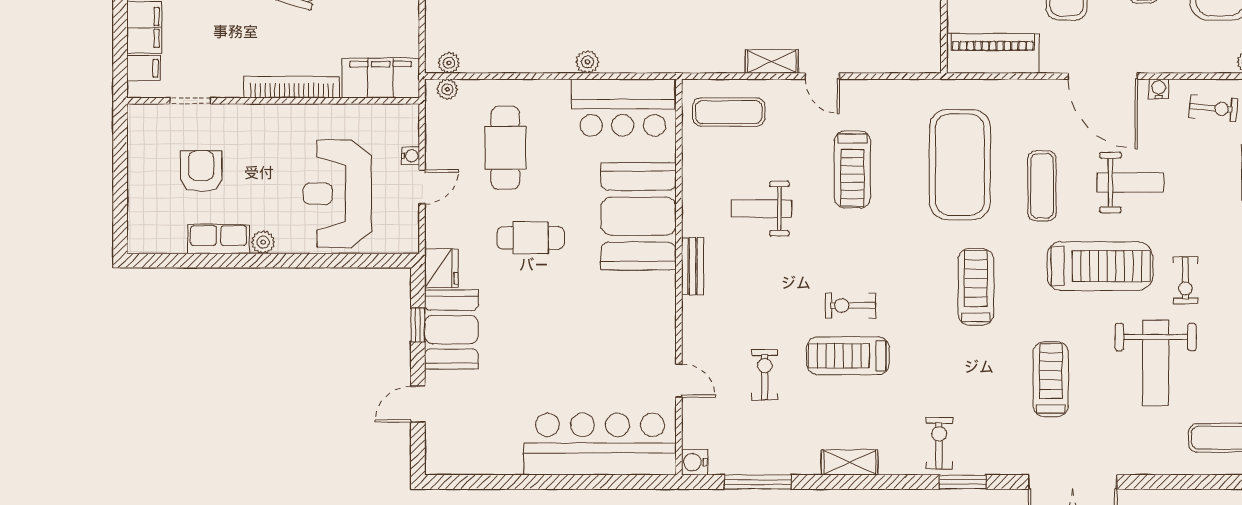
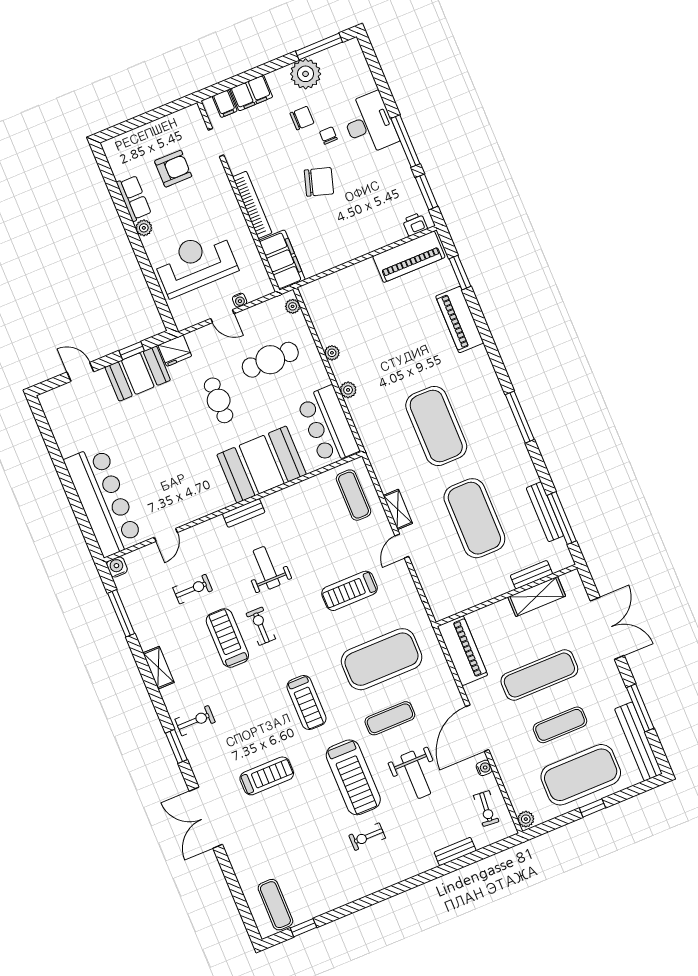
plant: (449, 63) -> (332, 353), moved
weight bench: (761, 209) -> (267, 568), moved
treadmill: (976, 287) -> (307, 702), turned 90
weight bench: (1156, 363) -> (305, 840), removed

